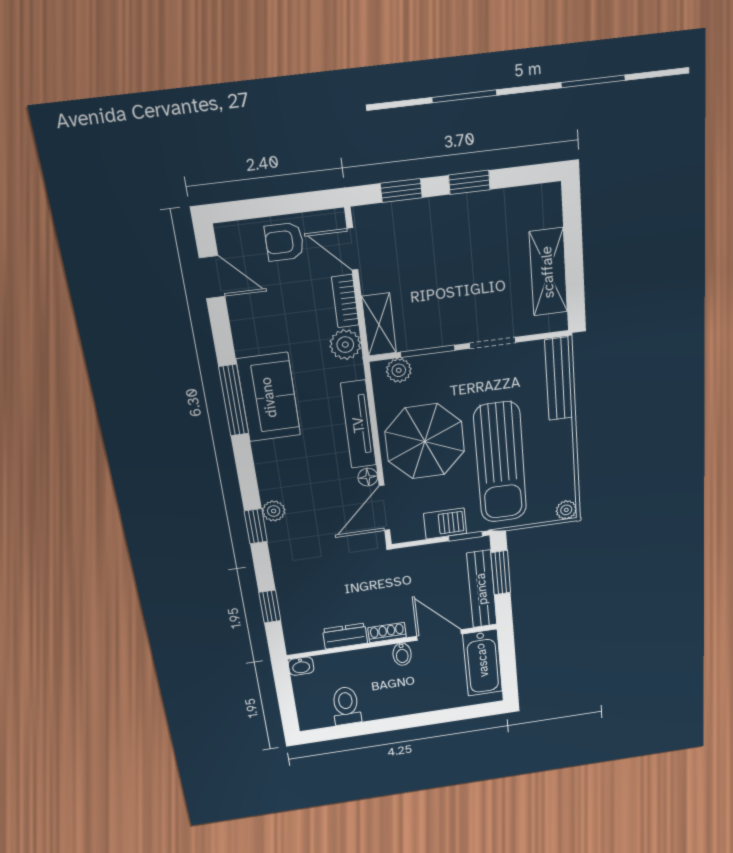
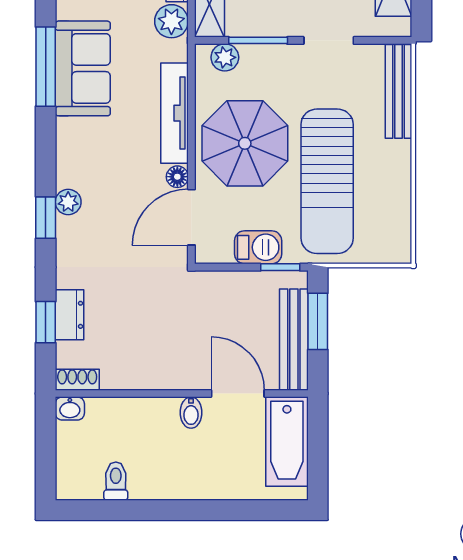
plant: (566, 510) -> (400, 252), removed
shoe rack: (387, 633) -> (77, 380), moved
dresser: (345, 636) -> (69, 315), moved, turned 90
toilet: (346, 706) -> (116, 481), width x0.73, depth x0.72

